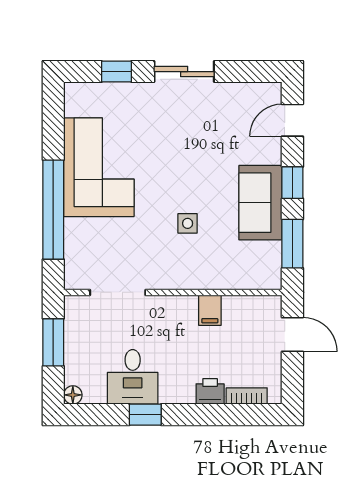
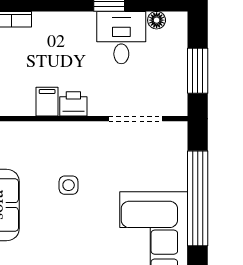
printer: (210, 391) -> (73, 104), moved, turned 180
floor lamp: (73, 395) -> (157, 20), moved

